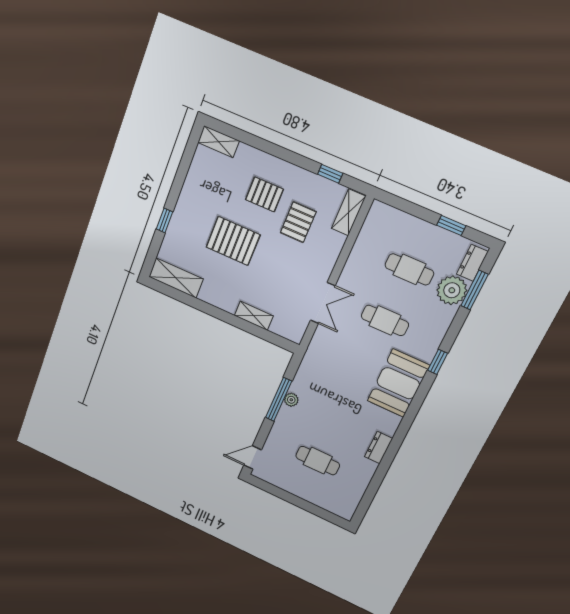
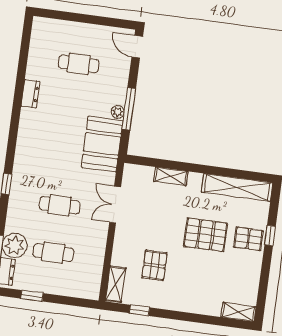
pallet: (264, 194) -> (248, 239), moved
shelving: (176, 278) -> (237, 188), width x1.47
booth: (398, 383) -> (102, 144), moved
door: (253, 458) -> (137, 47), swing flipped

